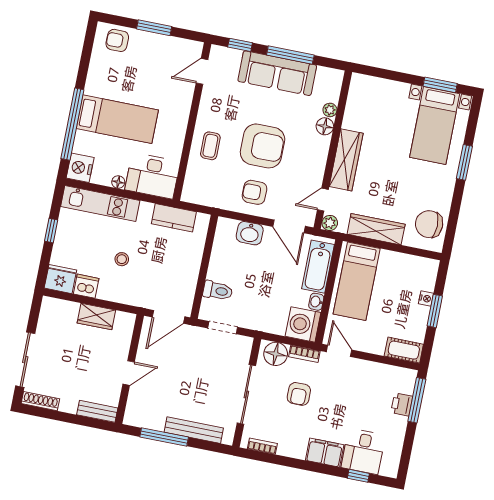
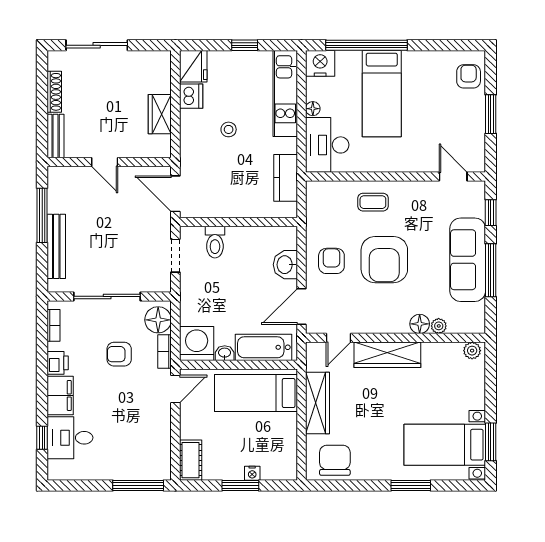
door: (323, 200) -> (338, 338), swing flipped
plant: (330, 223) -> (472, 351), moved
shoe rack: (40, 401) -> (54, 92), moved
printer: (402, 404) -> (58, 363), moved, turned 90

